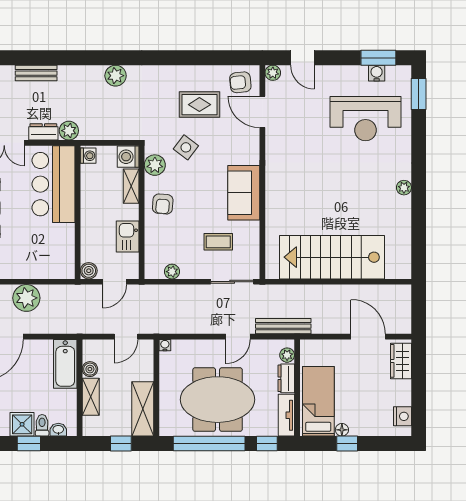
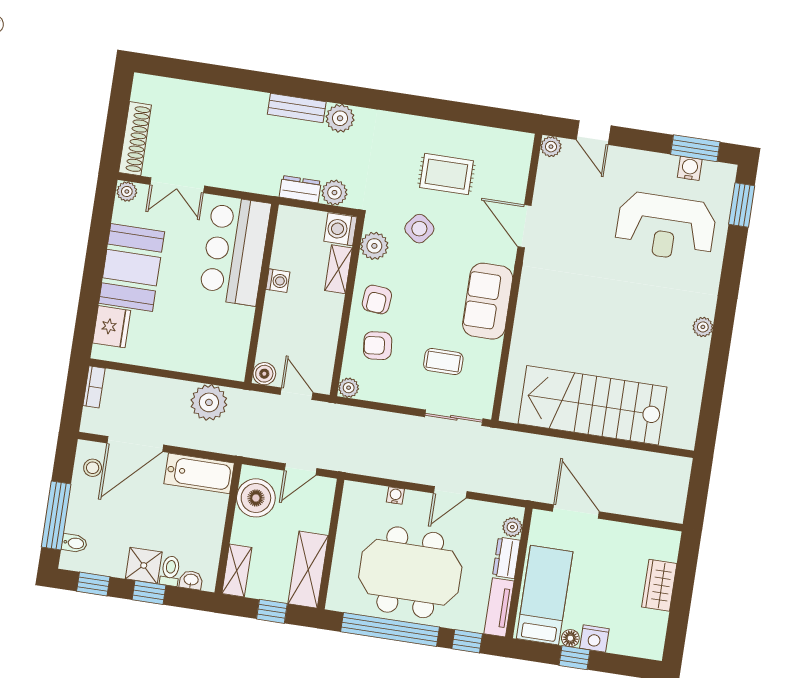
bench: (36, 73) -> (297, 108), moved
armchair: (240, 82) -> (378, 346), moved
door: (262, 112) -> (524, 226), moved
plant: (69, 131) -> (334, 193), moved
dresser: (43, 132) -> (300, 189), moved
washing machine: (88, 156) -> (278, 281), moved
kitchen sink: (128, 236) -> (323, 336), removed
plant: (172, 272) -> (349, 388), moved
door: (115, 282) -> (297, 394), swing flipped
plant: (26, 298) -> (209, 402), moved
bench: (283, 326) -> (513, 488), removed
door: (368, 337) -> (576, 511), moved
water cooler: (165, 345) -> (395, 496), moved
wardrobe: (401, 361) -> (659, 585), moved
bathtub: (65, 364) -> (199, 473), moved, turned -90
boiler: (90, 369) -> (256, 498), width x1.86, depth x1.86
shelving: (91, 397) -> (237, 571), moved
nightstand: (402, 416) -> (594, 639), moved, turned 90

